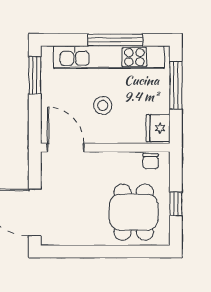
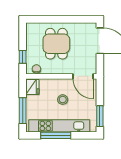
window: (176, 204) -> (23, 57), moved
dining table: (134, 212) -> (56, 44), moved

